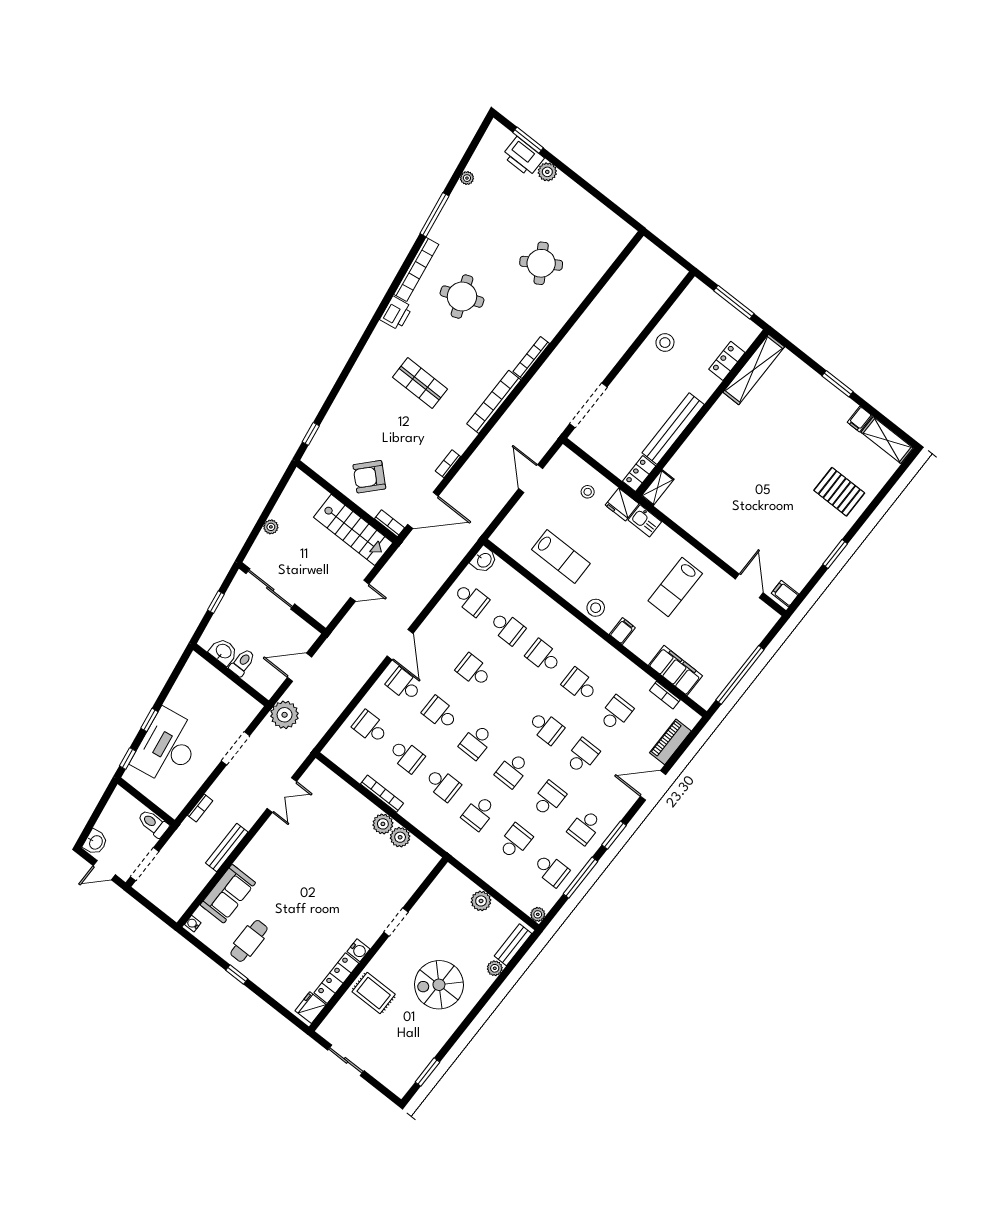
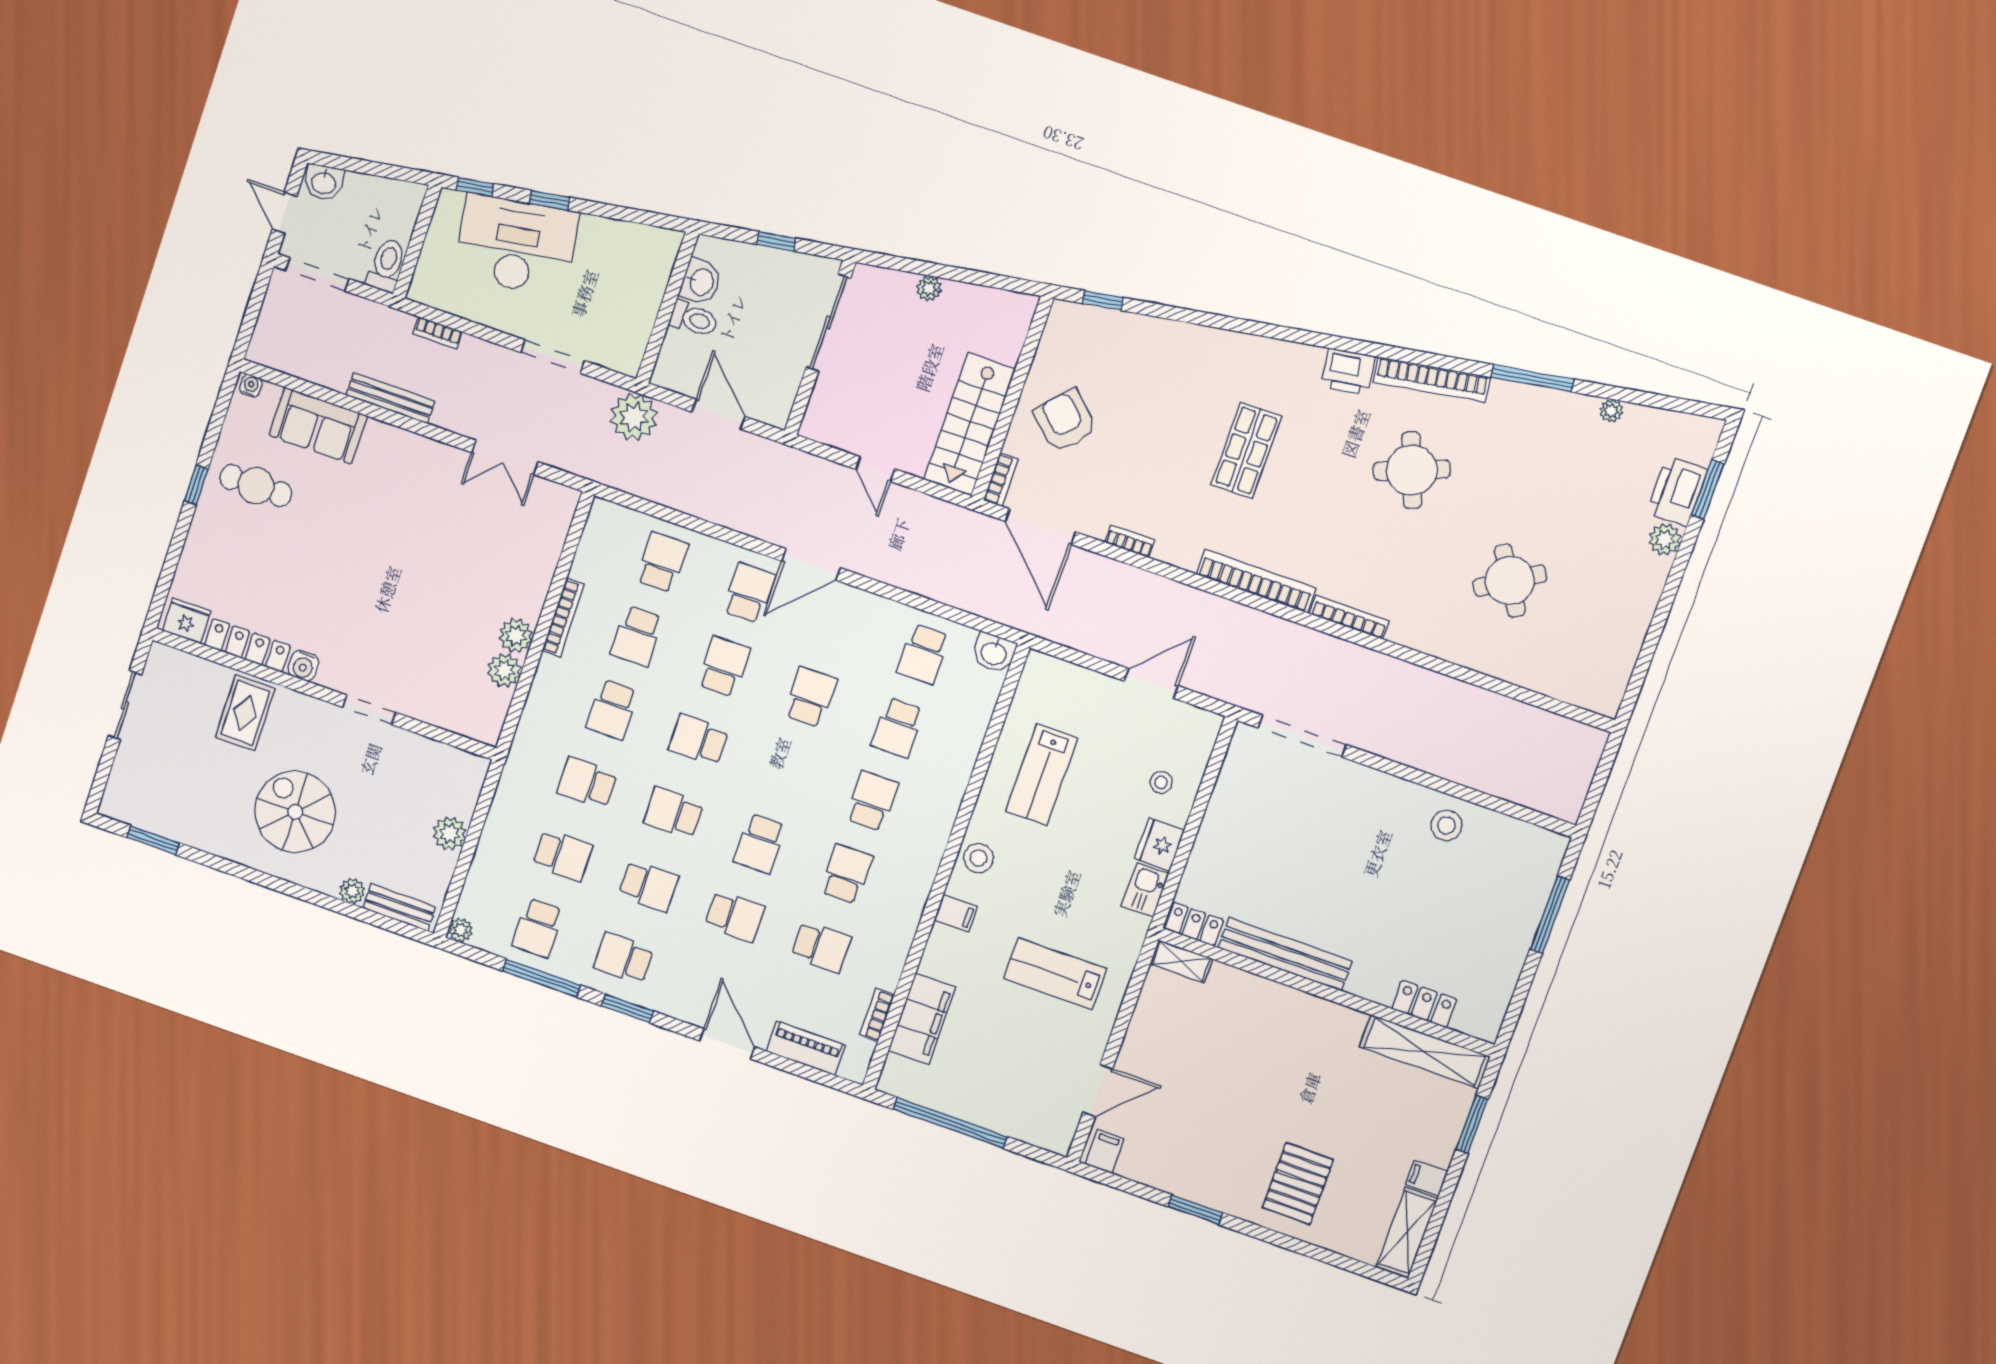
locker: (727, 361) -> (1424, 1004), moved
shelving: (754, 370) -> (1425, 1052), moved
wall: (702, 413) -> (1326, 992), moved
bench: (673, 429) -> (1285, 954), moved
locker: (639, 474) -> (1194, 924), moved
shelving: (658, 488) -> (1181, 961), moved

